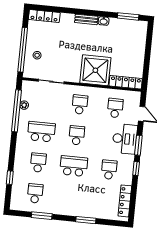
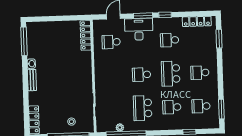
window: (128, 16) -> (24, 41), width x1.44
shower: (95, 70) -> (78, 65), removed
school desk: (80, 104) -> (200, 73), moved
window: (42, 216) -> (221, 109), moved
window: (86, 220) -> (219, 39), moved

